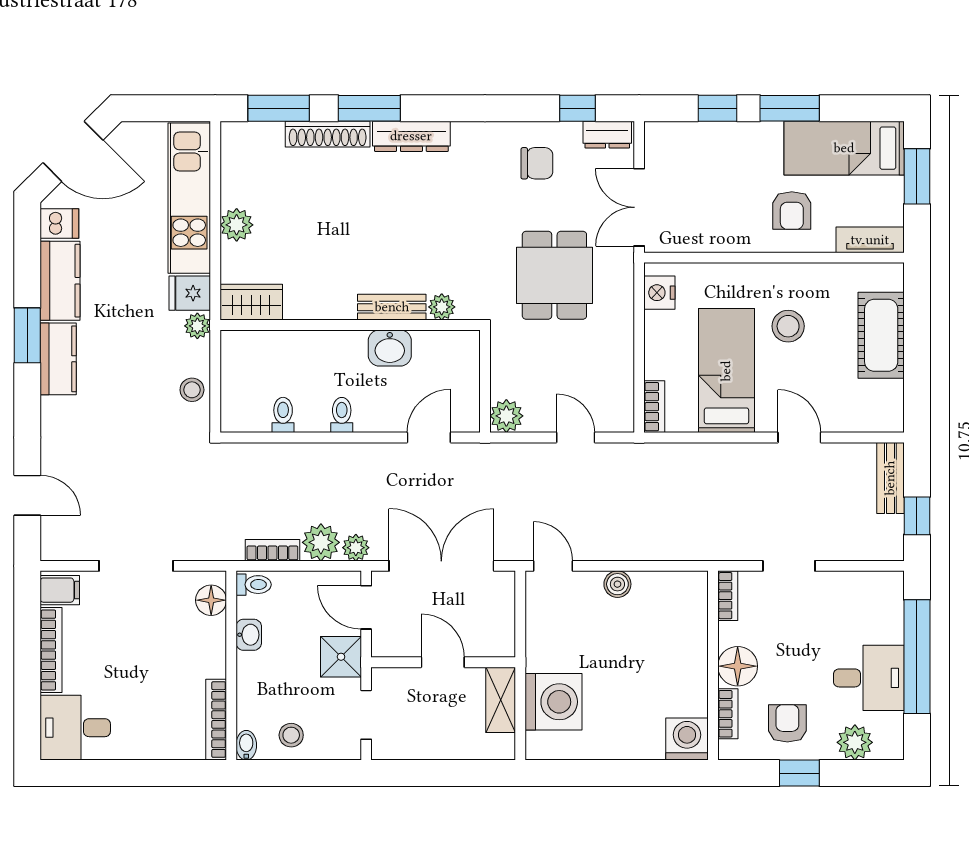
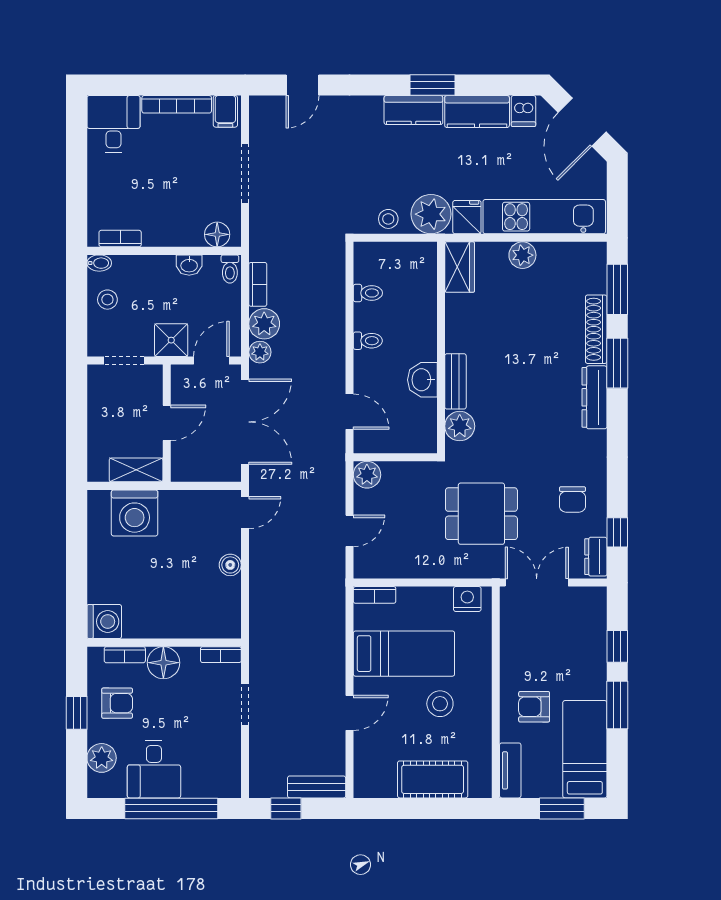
plant: (442, 307) -> (460, 426), width x1.38, depth x1.38
plant: (197, 326) -> (431, 214), width x1.87, depth x1.87
bookcase: (216, 720) -> (120, 239), width x0.64

